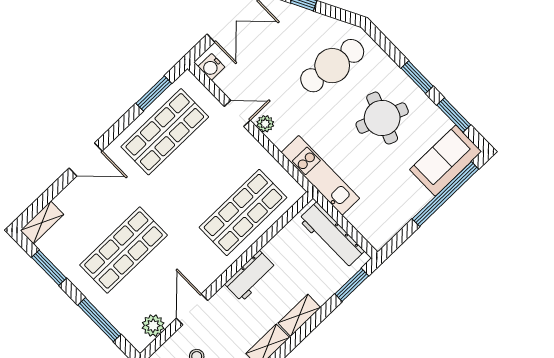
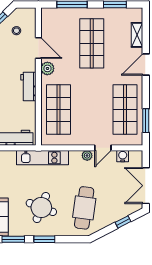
water cooler: (211, 67) -> (123, 156), moved
shelving: (42, 222) -> (137, 35), moved
plant: (153, 326) -> (47, 68), moved

